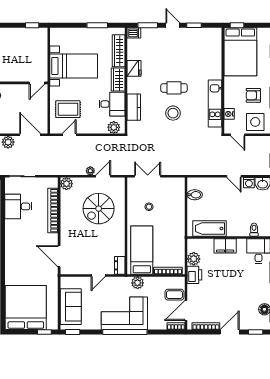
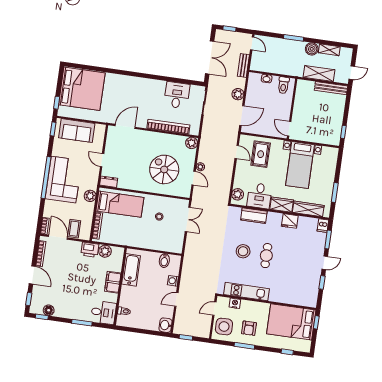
armchair: (253, 95) -> (249, 328), turned 180
washing machine: (249, 183) -> (173, 281), moved

